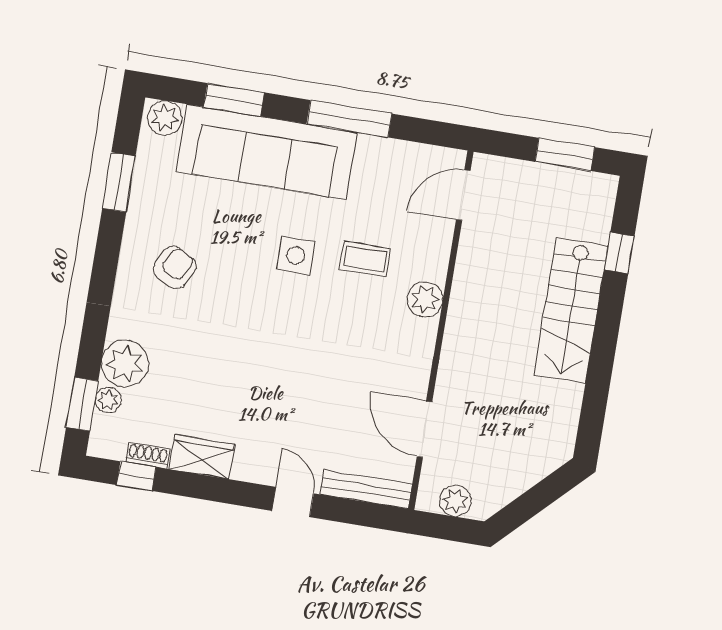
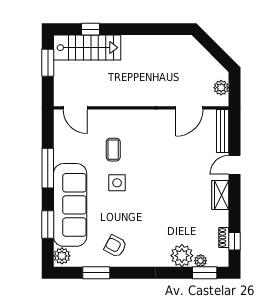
armchair: (175, 268) -> (115, 246), moved
plant: (425, 299) -> (128, 118), removed
stairs: (571, 310) -> (87, 48), moved
wardrobe: (202, 457) -> (220, 195), moved

